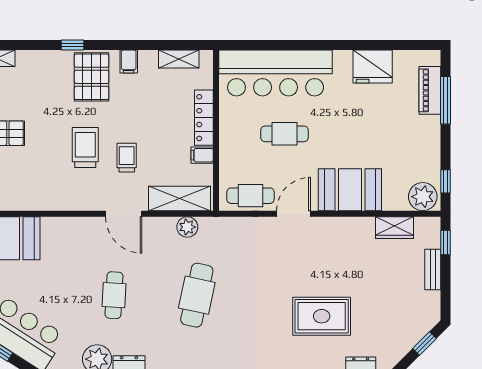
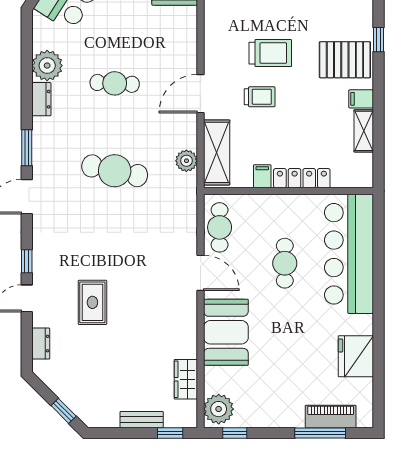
shelving: (179, 59) -> (364, 131), moved
rug: (322, 316) -> (92, 302), width x0.73, depth x0.70

